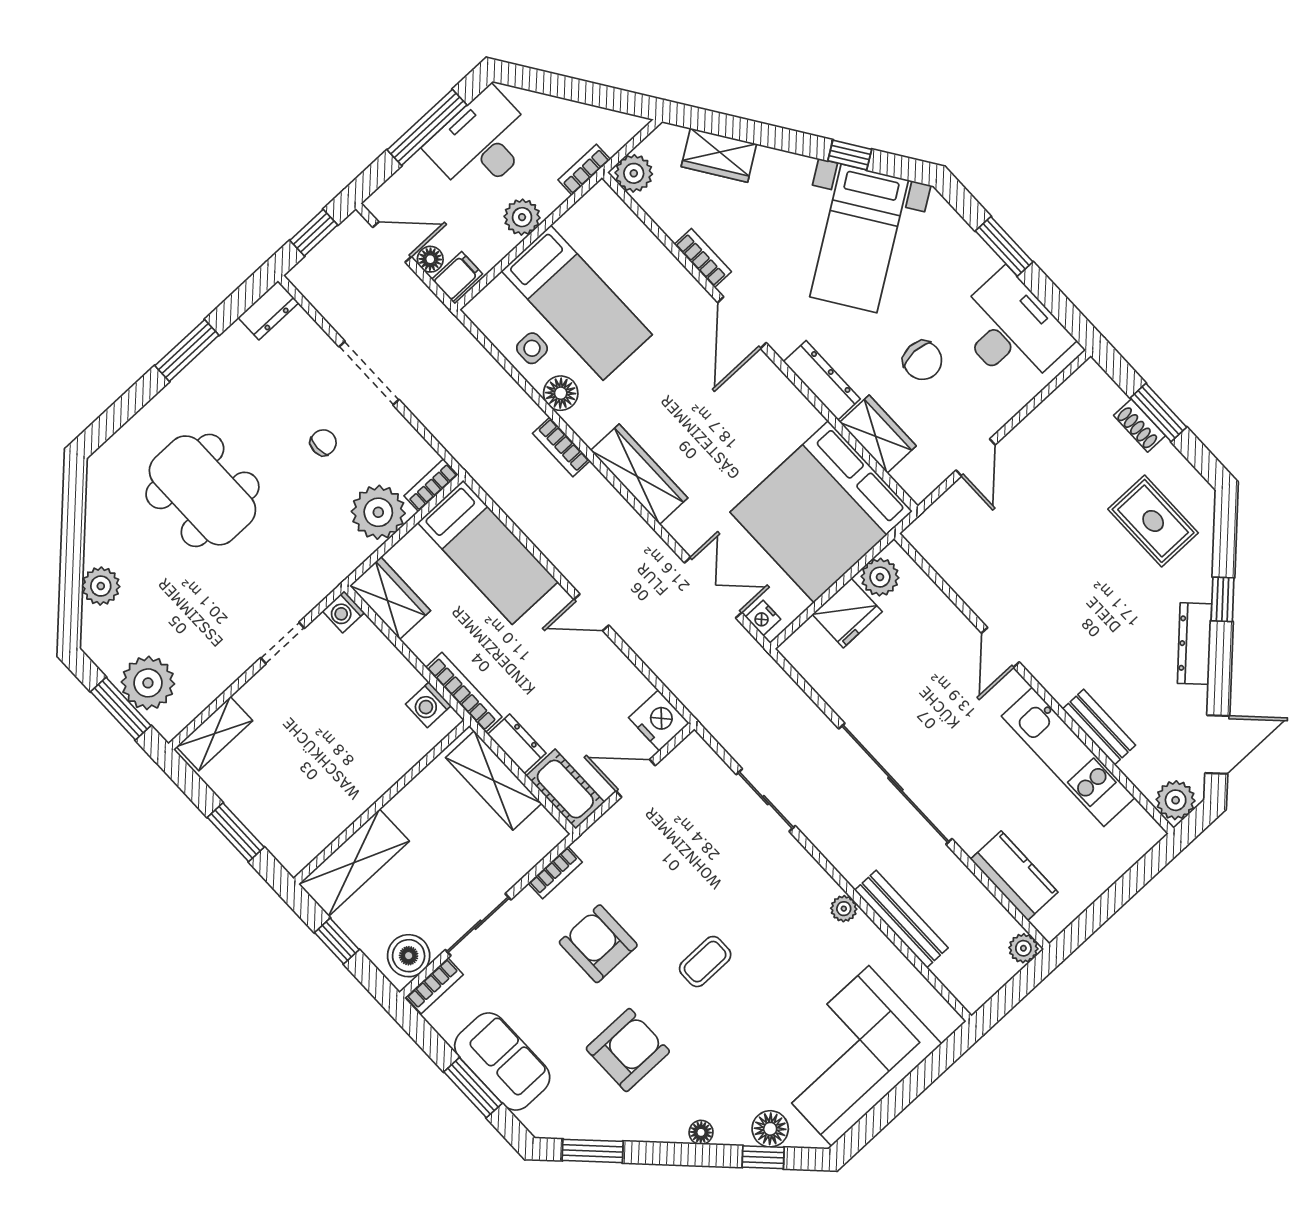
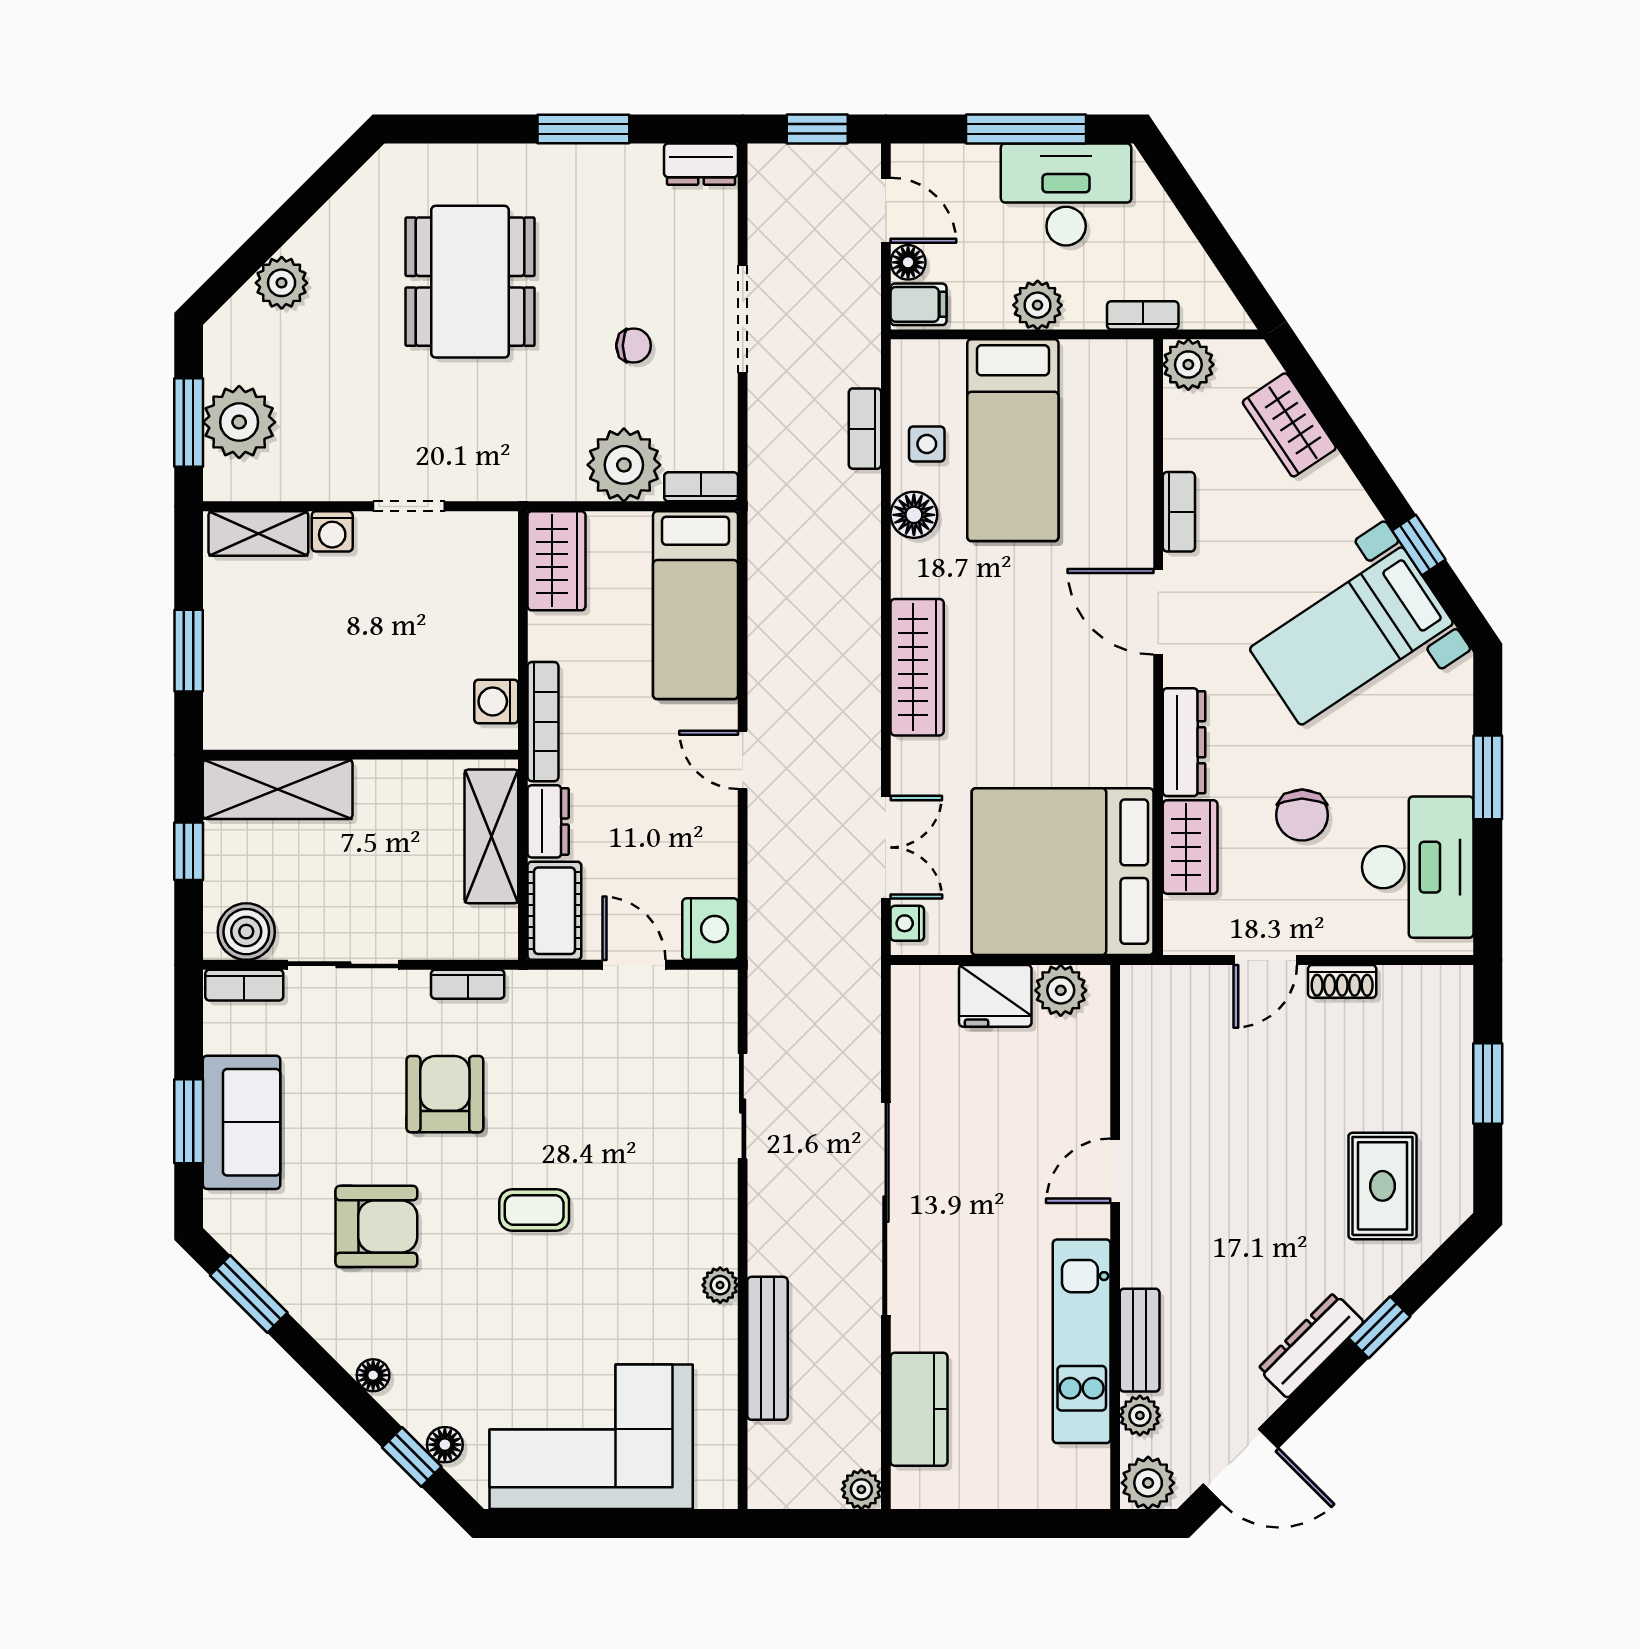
door: (742, 323) -> (1158, 612), hinge flipped
shoe rack: (1140, 426) -> (1342, 981), moved, turned -90
bookcase: (561, 447) -> (865, 429), moved
washing machine: (343, 612) -> (332, 531), moved, turned -90
plant: (1137, 768) -> (1140, 1416), added
floor lamp: (770, 1129) -> (445, 1445), width x0.73, depth x0.73

